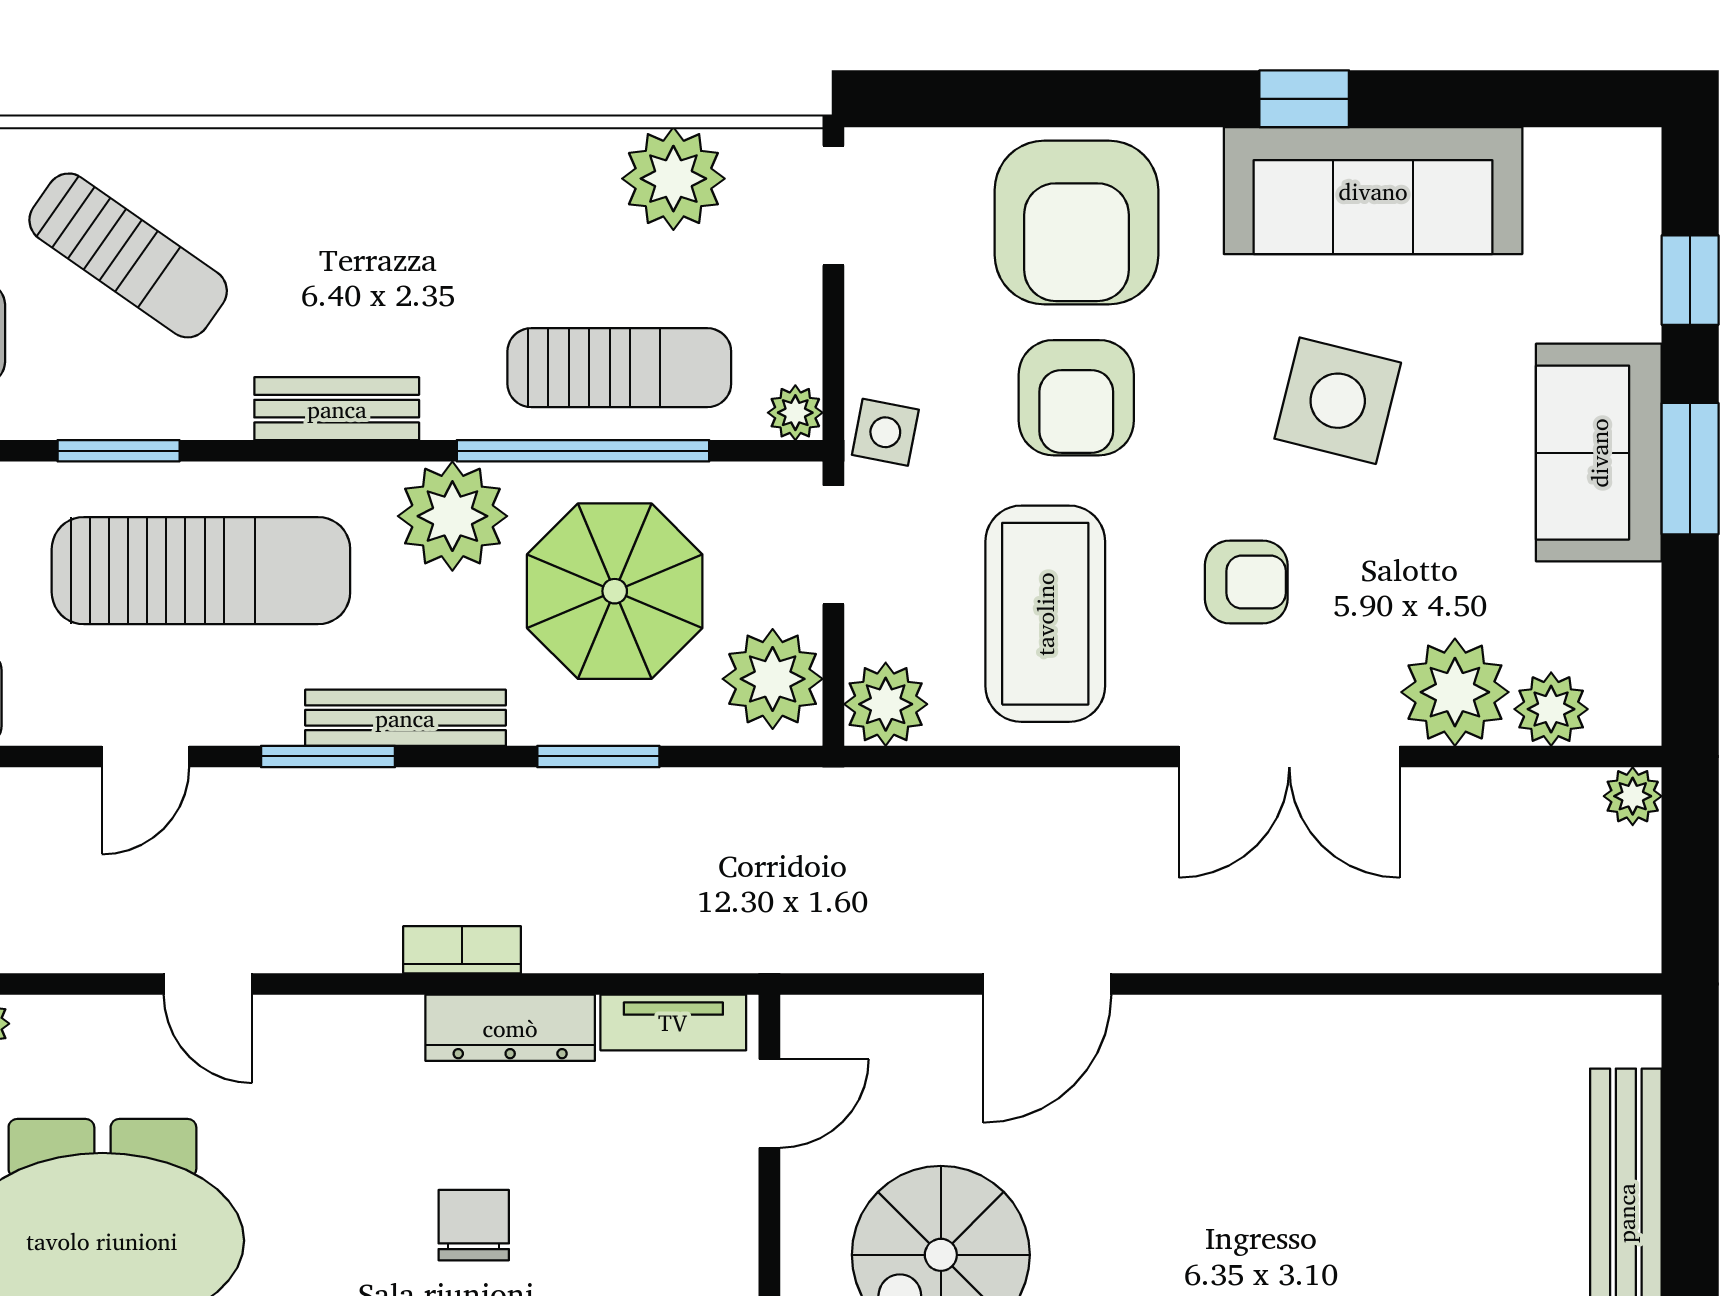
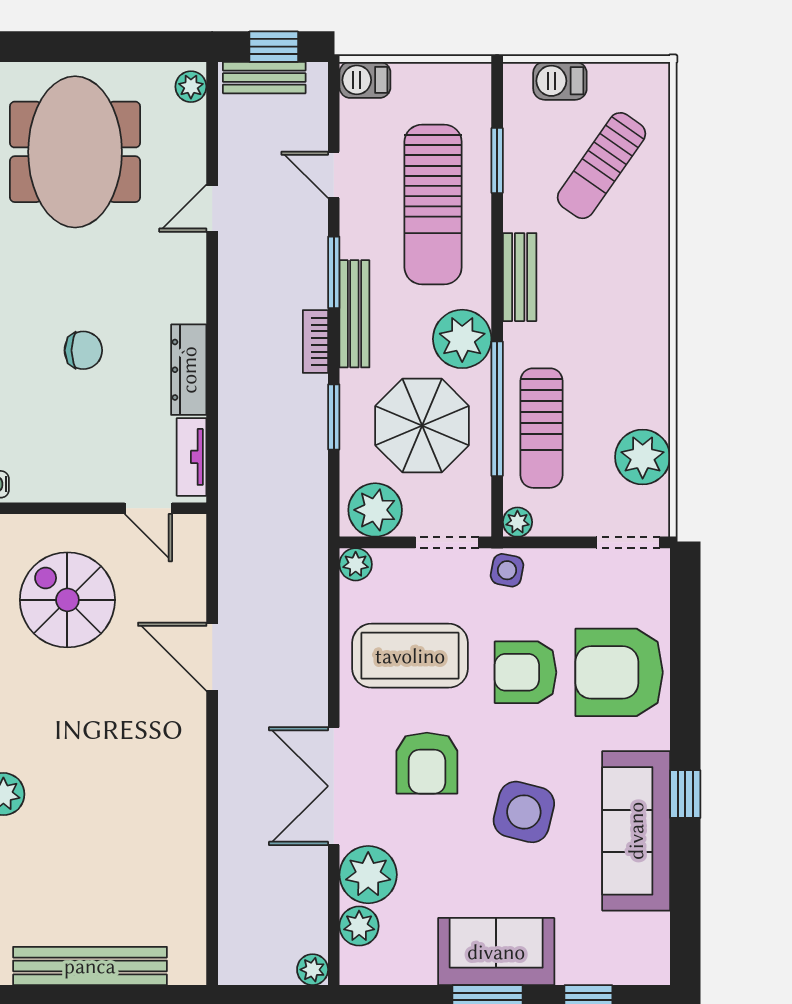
armchair: (1246, 582) -> (427, 763), width x1.38, depth x1.38
plant: (886, 704) -> (356, 564), width x0.73, depth x0.73
bookcase: (462, 950) -> (315, 341), moved, turned 180

